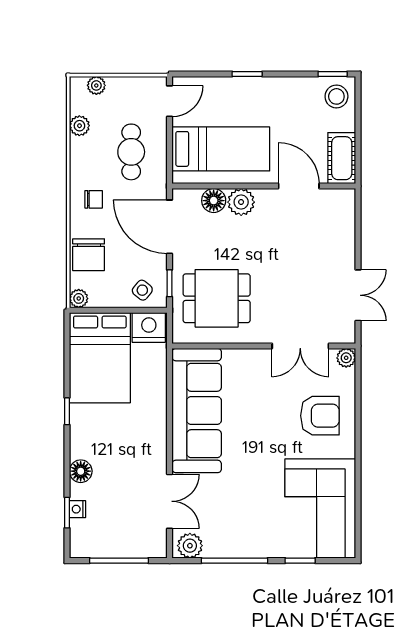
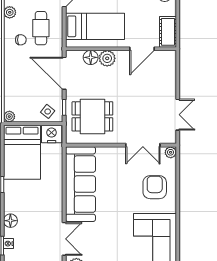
door: (299, 186) -> (142, 49), swing flipped
chair: (94, 199) -> (21, 40), moved
chair: (89, 255) -> (15, 90), removed
armchair: (320, 416) -> (155, 187), turned -90

